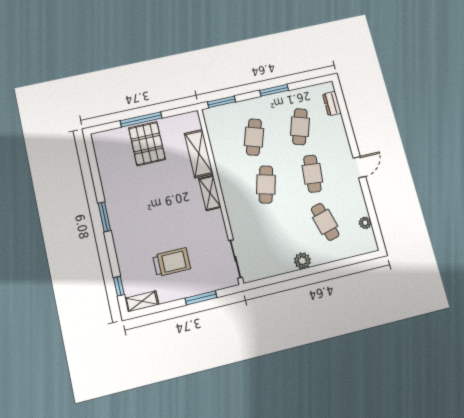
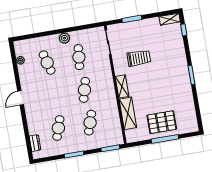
pallet: (147, 144) -> (162, 122), turned 90
cafe table: (312, 174) -> (79, 57), moved
trolley: (172, 262) -> (139, 58), moved, turned 180

